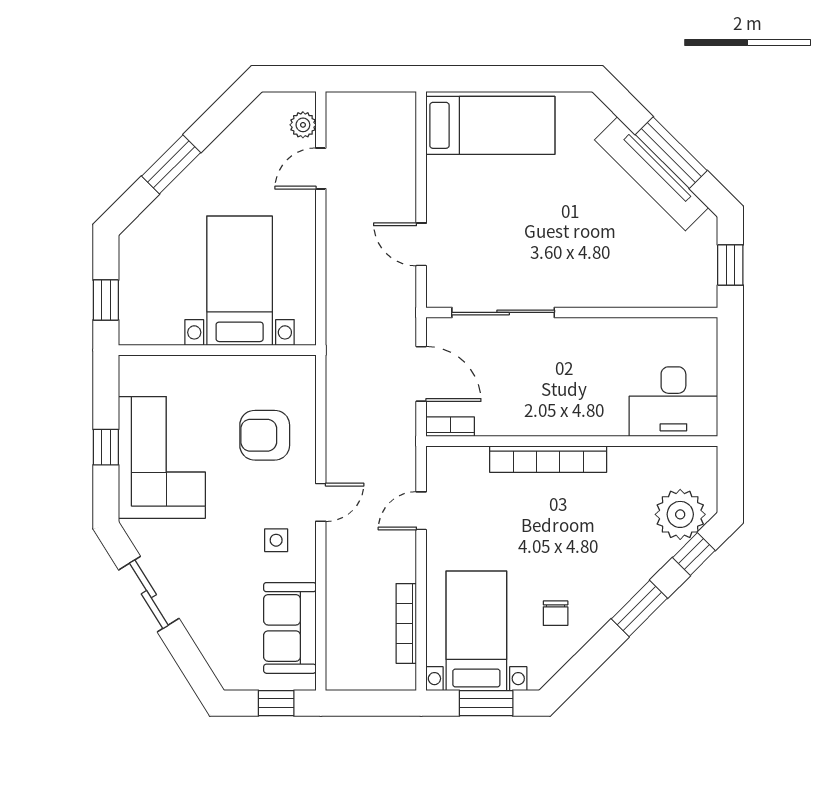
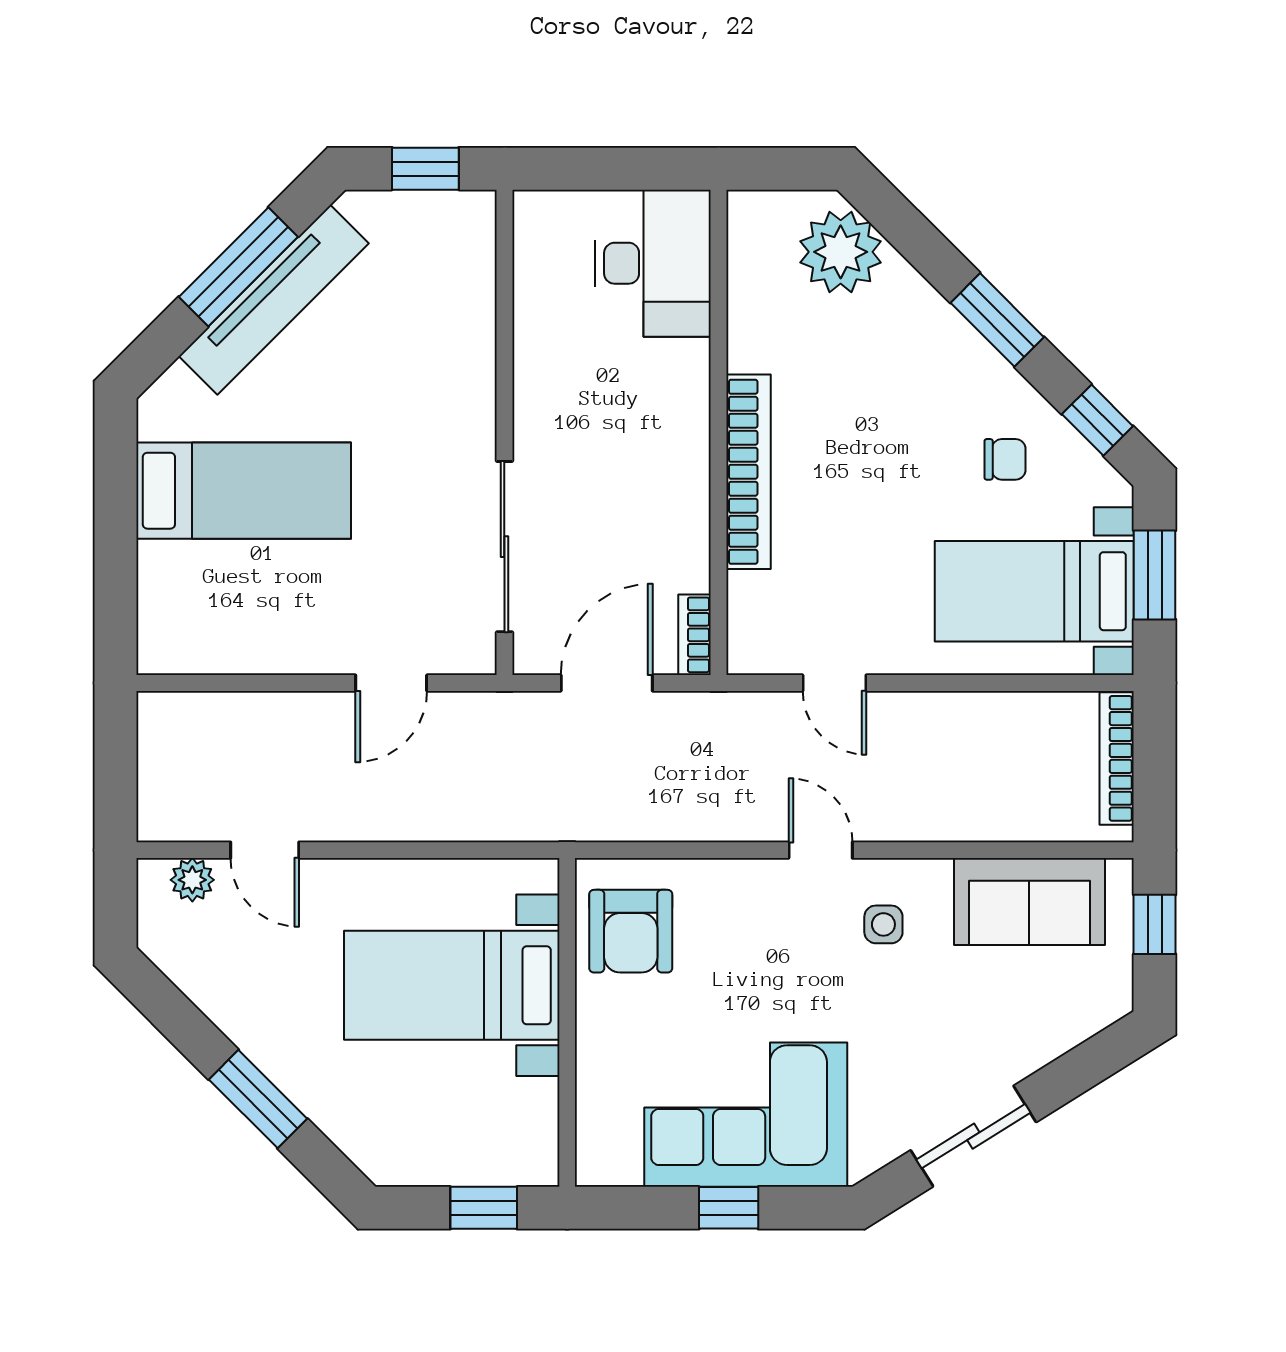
bed: (490, 125) -> (244, 491), moved, turned 90
armchair: (265, 435) -> (631, 931), moved
window: (694, 554) -> (1097, 420), moved
bookcase: (406, 623) -> (1117, 758), moved, turned 90

